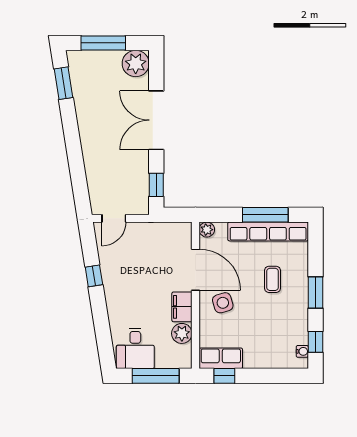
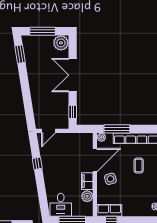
window: (265, 215) -> (117, 129), moved
door: (196, 270) -> (95, 160), hinge flipped

